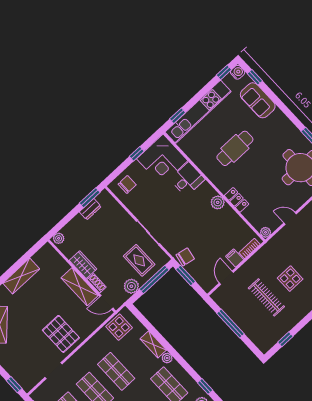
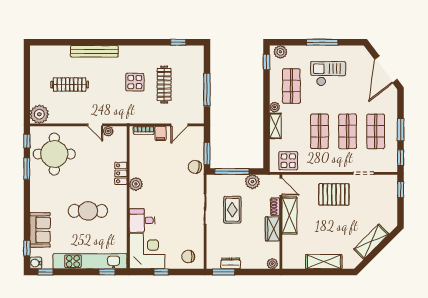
plant: (266, 232) -> (108, 131), moved
rug: (139, 260) -> (232, 210), moved
pallet: (61, 334) -> (334, 194), turned 90

